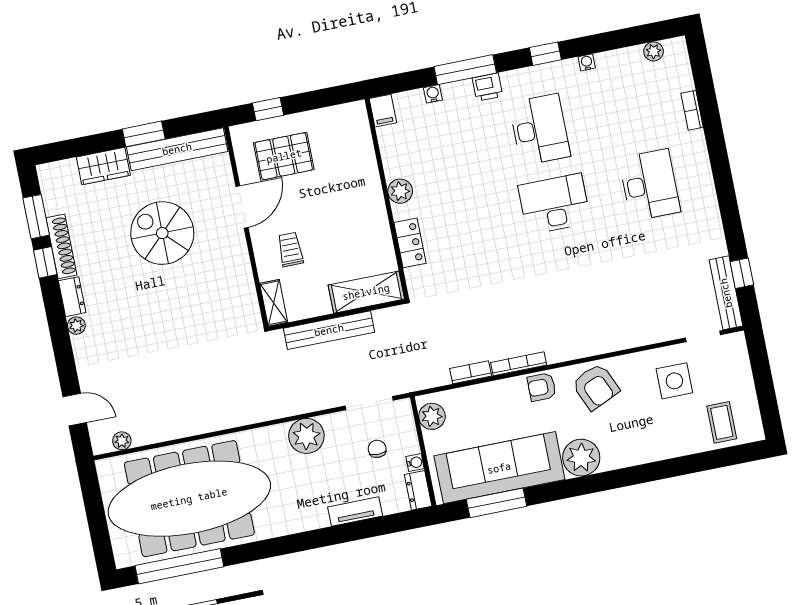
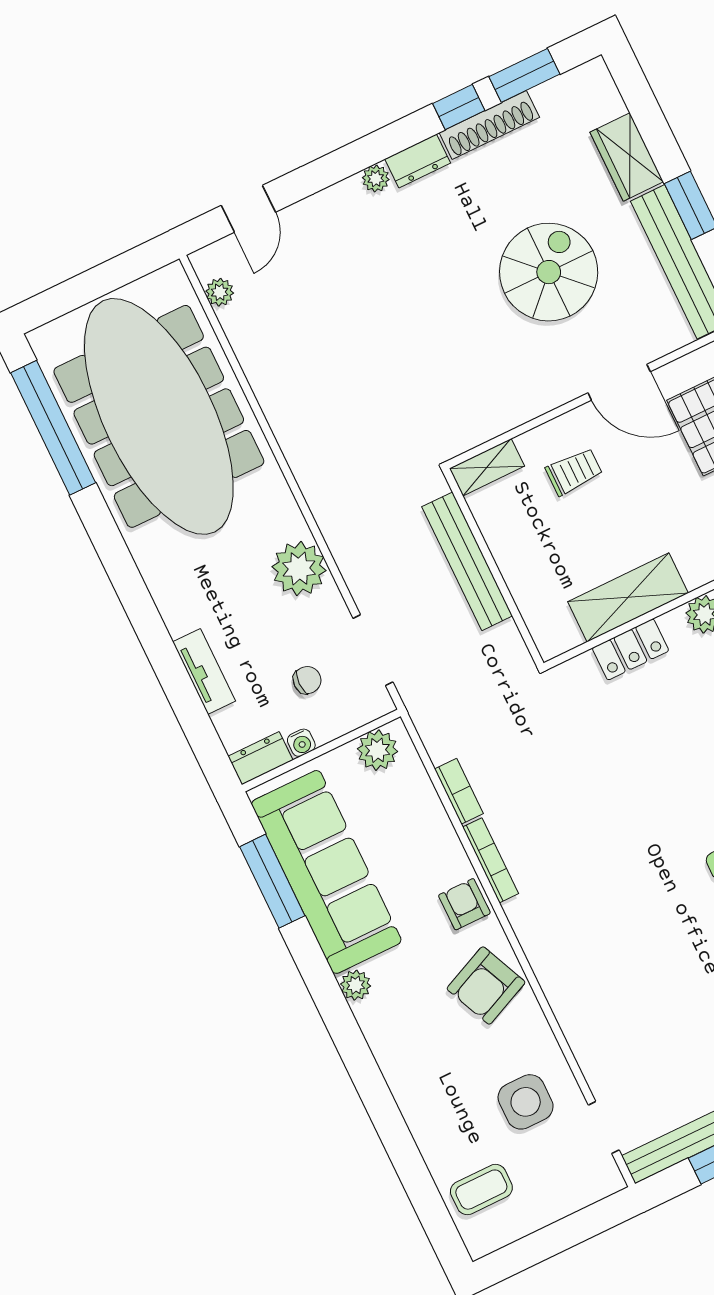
shelving: (366, 292) -> (628, 597), moved, turned 90
plant: (581, 458) -> (356, 985), width x0.53, depth x0.53

